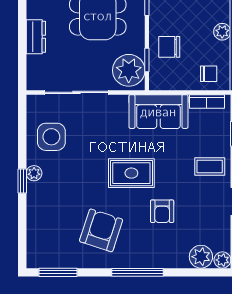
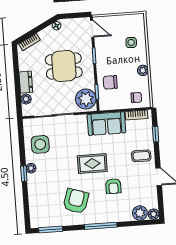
plant: (34, 63) -> (26, 99), added

